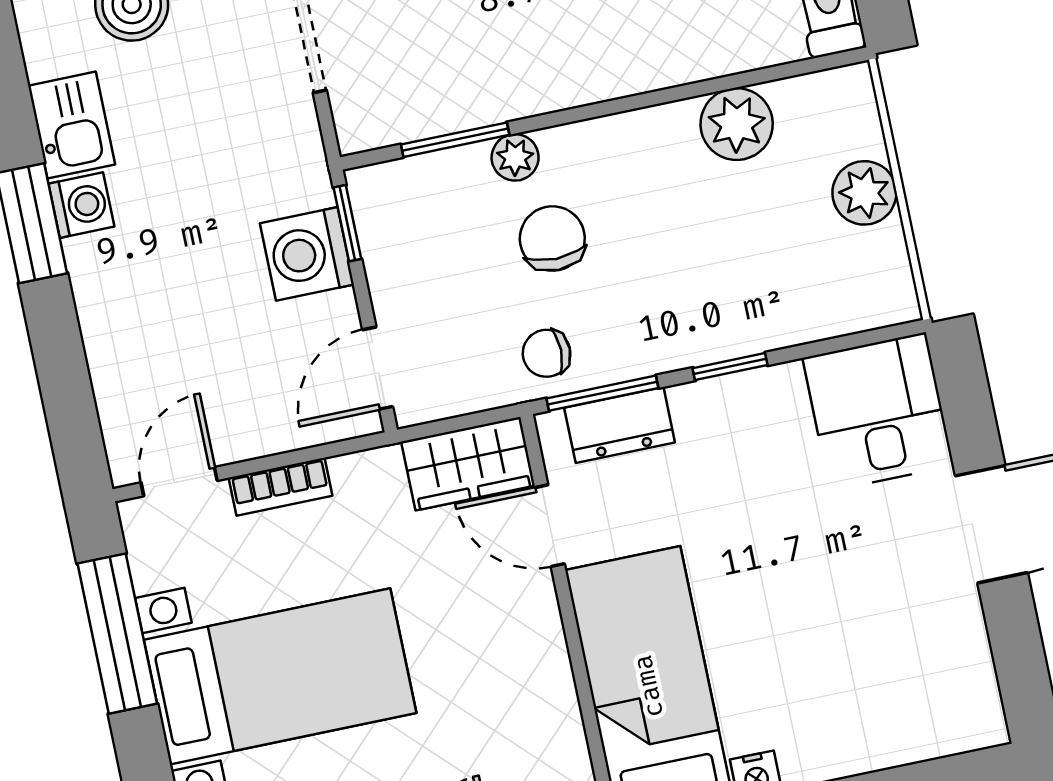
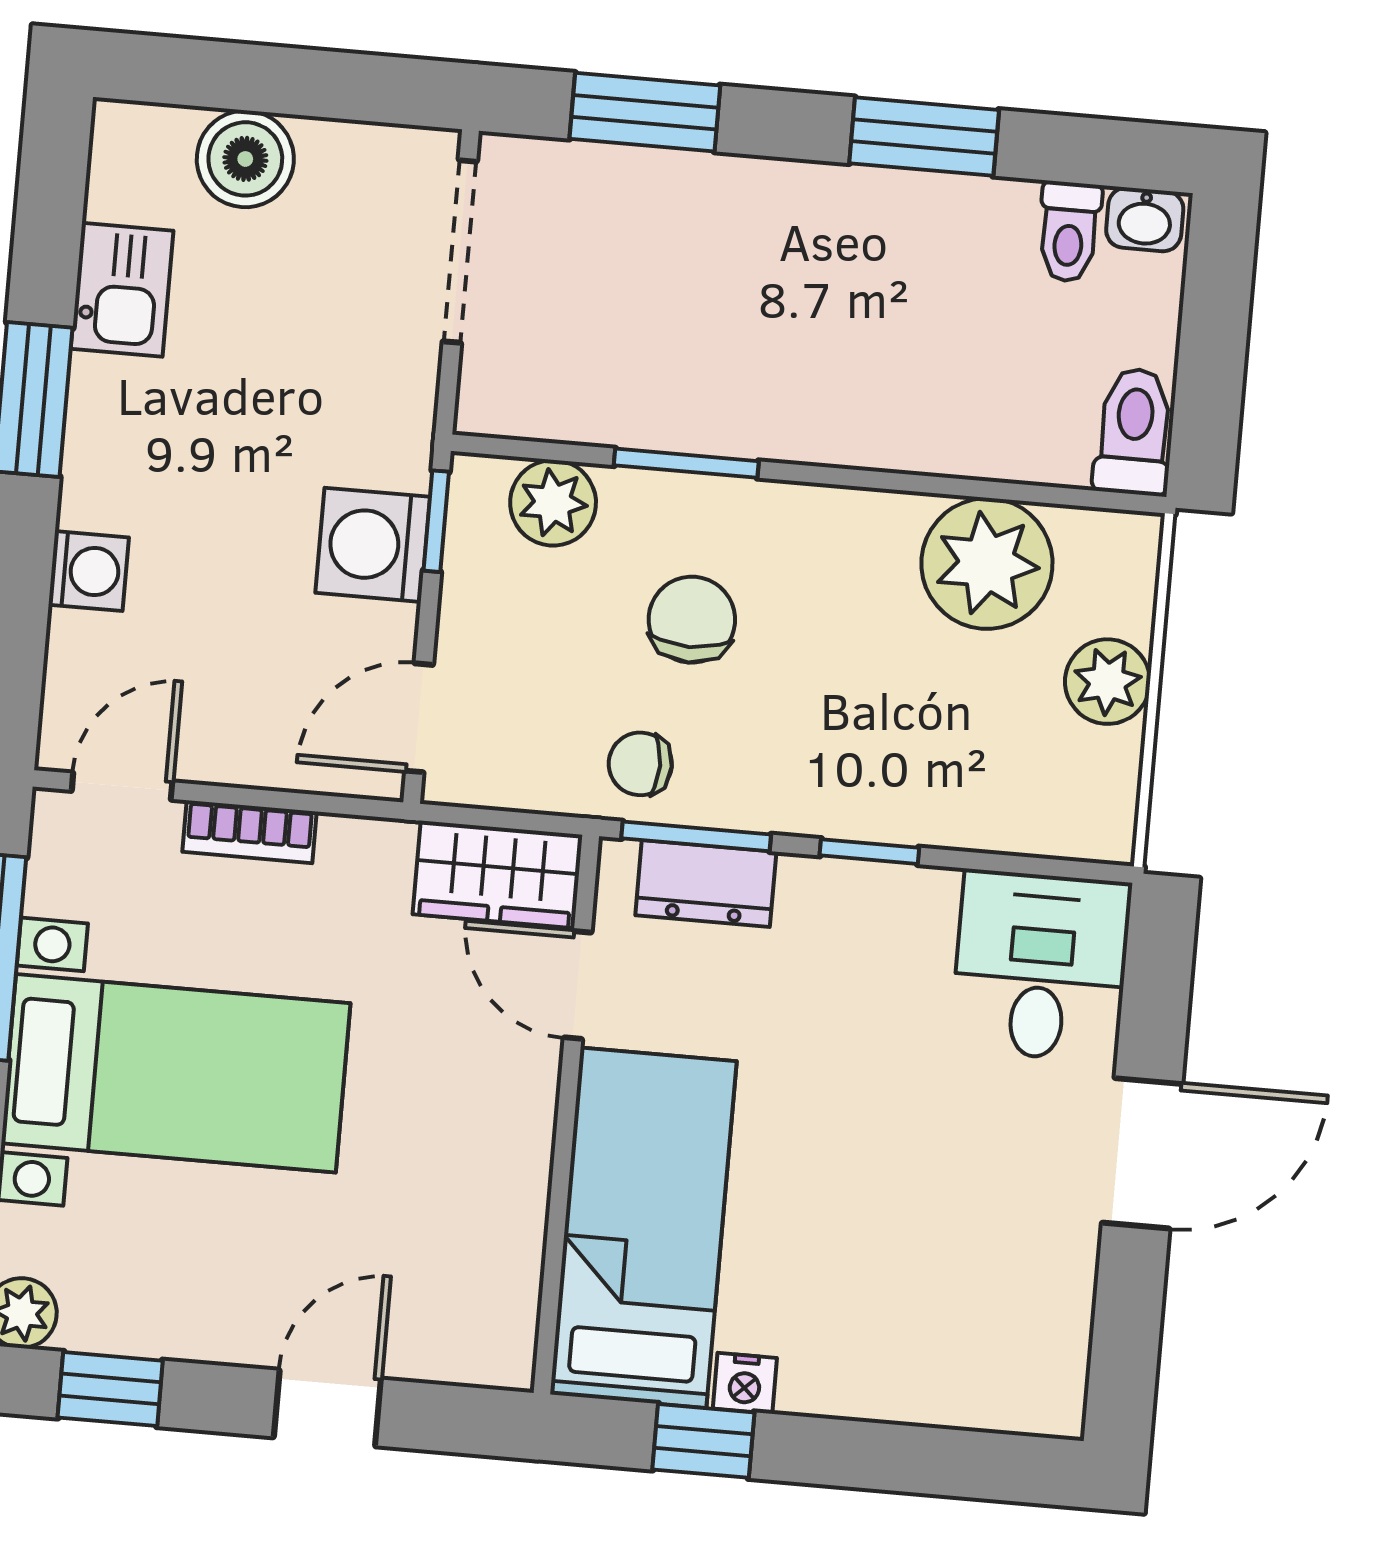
plant: (737, 124) -> (987, 564), width x1.36, depth x1.36
window: (455, 140) -> (686, 463), moved
plant: (515, 157) -> (553, 503), moved, width x1.38, depth x1.38
washing machine: (81, 205) -> (89, 571), moved

